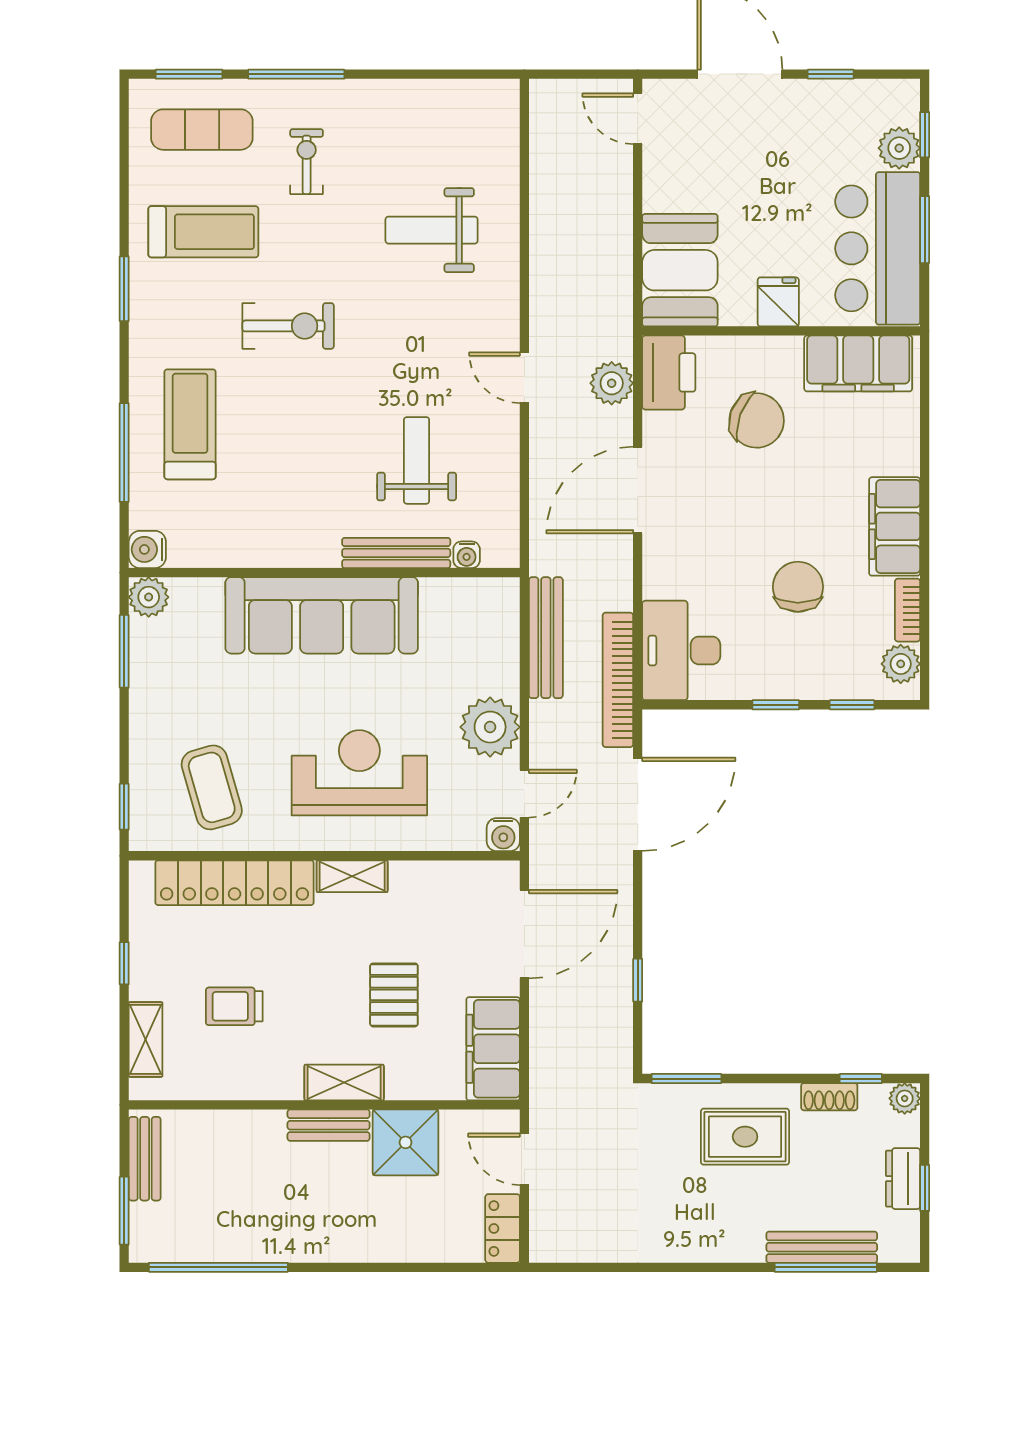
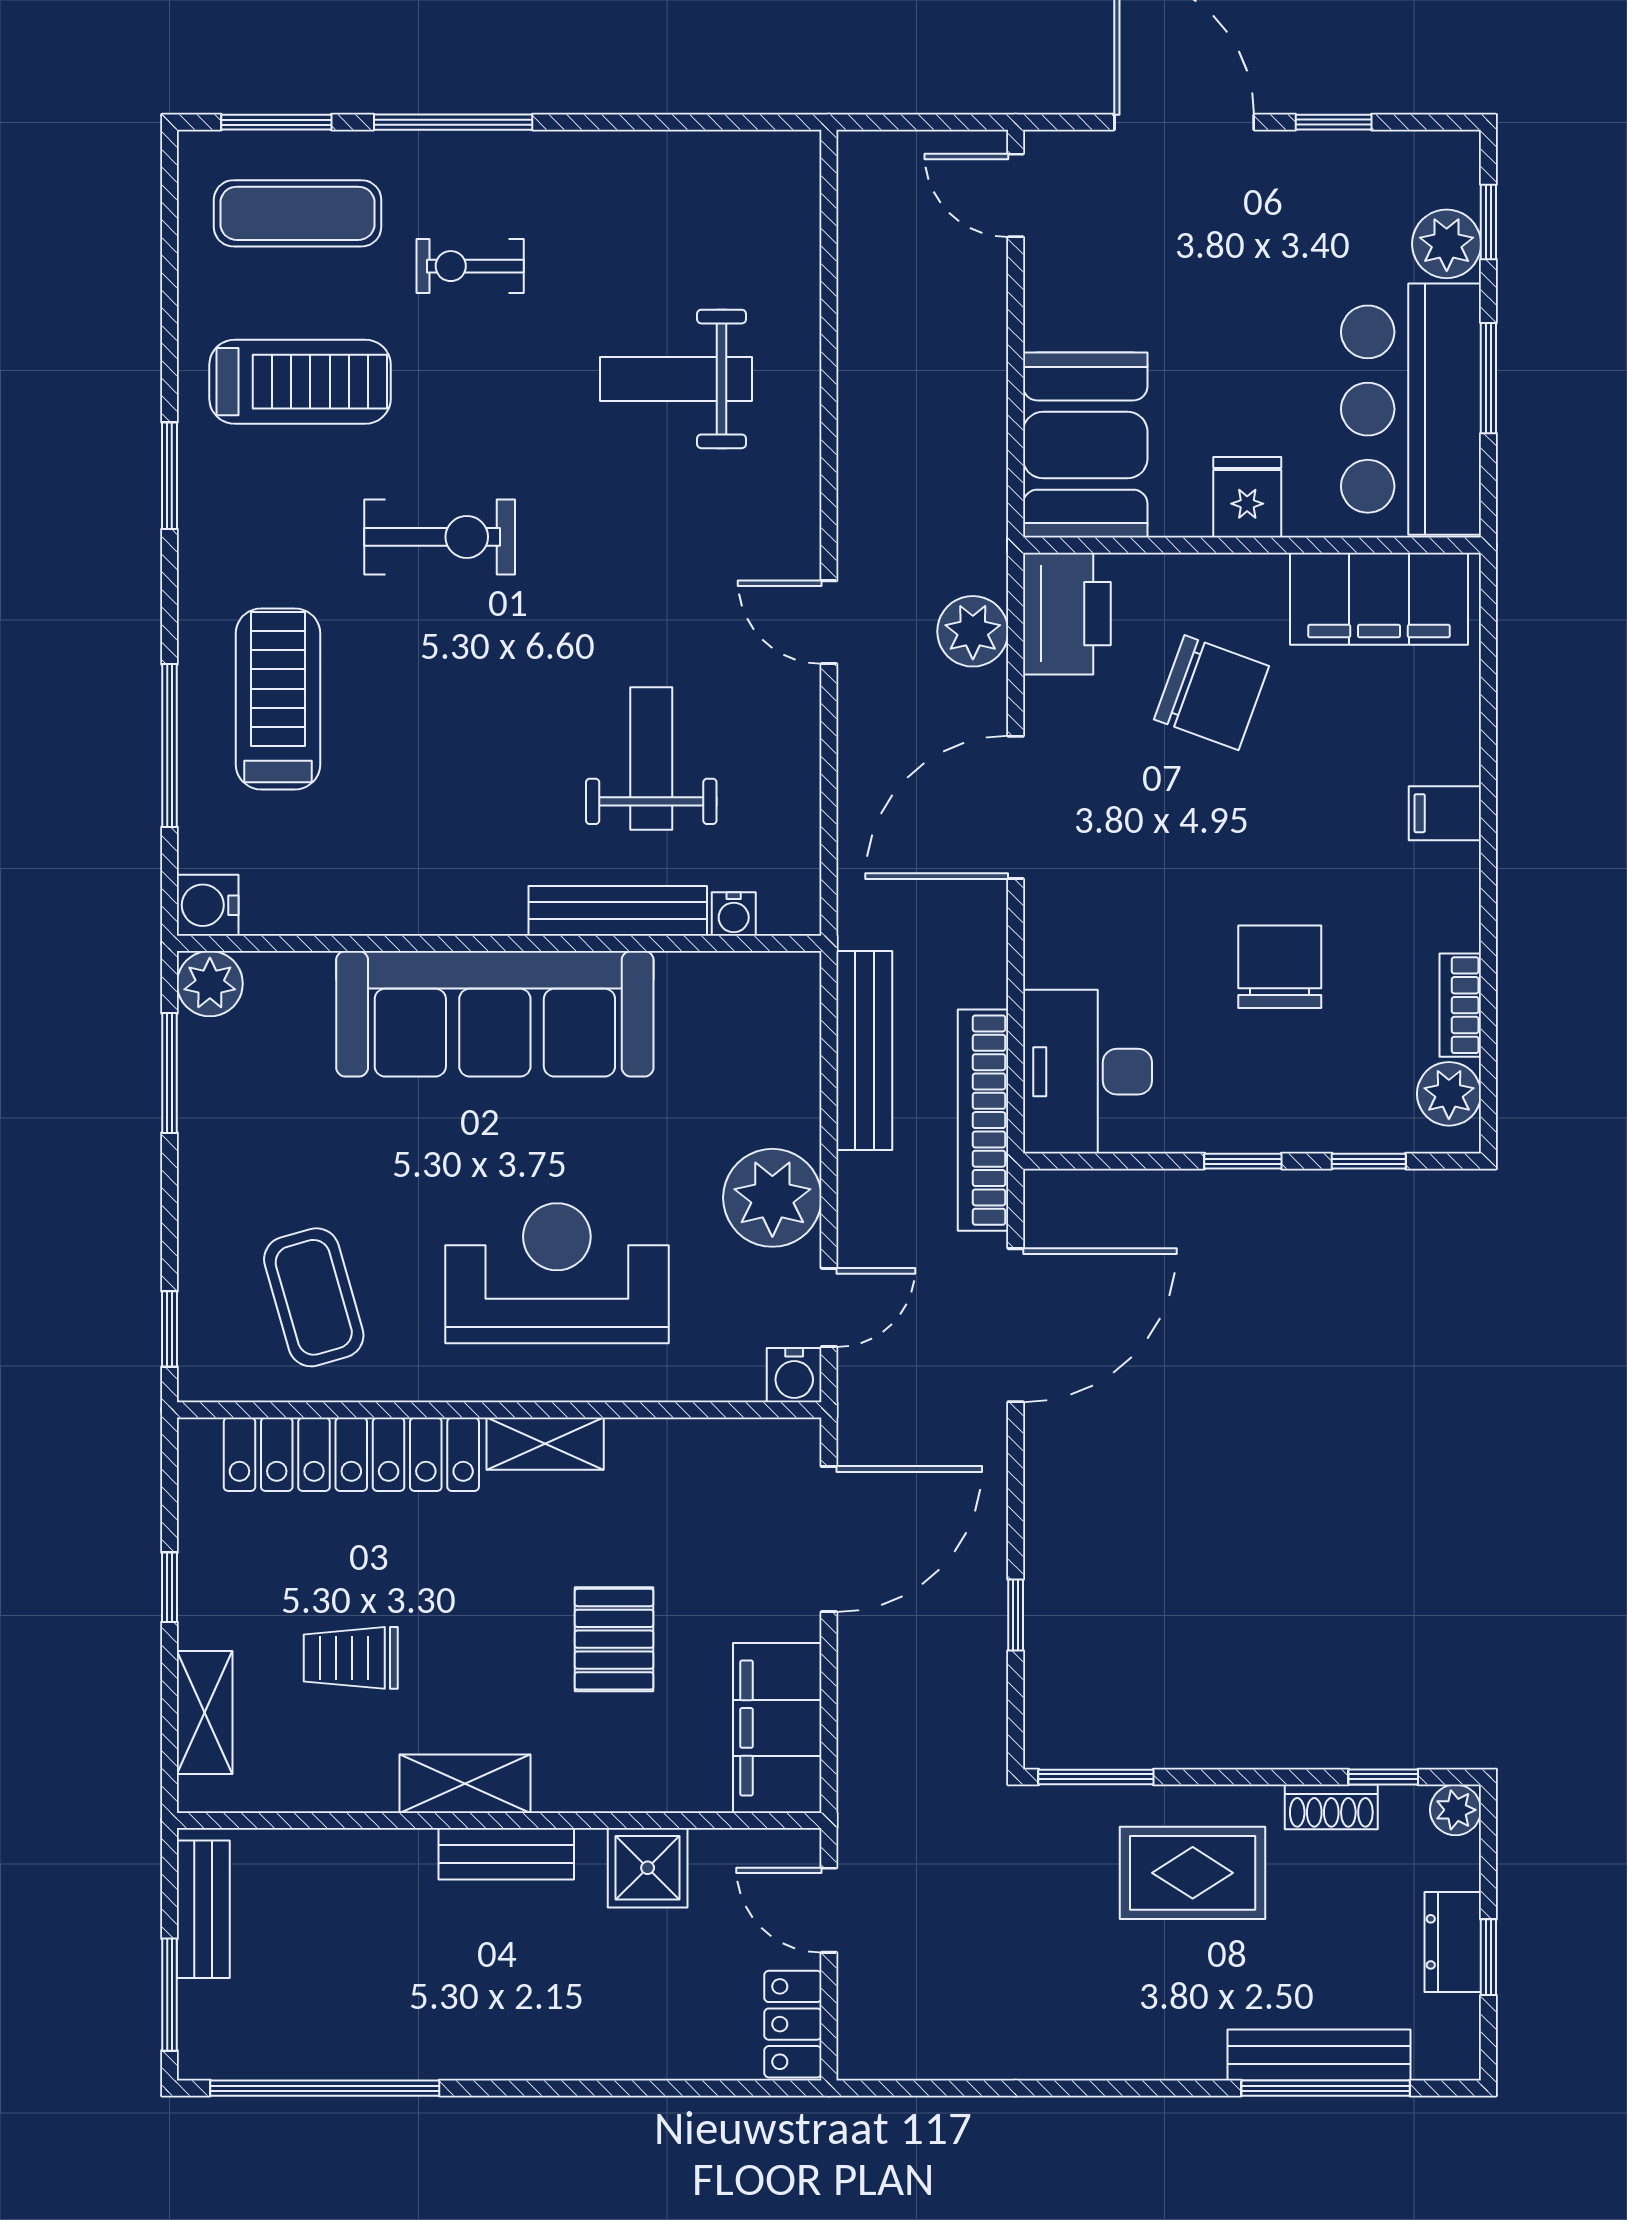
exercise bike: (307, 162) -> (470, 266), turned -90
filing cabinet: (895, 526) -> (1445, 813), width x0.33, depth x0.86
shelving: (344, 1083) -> (465, 1784), moved
shower: (406, 1142) -> (648, 1868), width x0.73, depth x0.73

